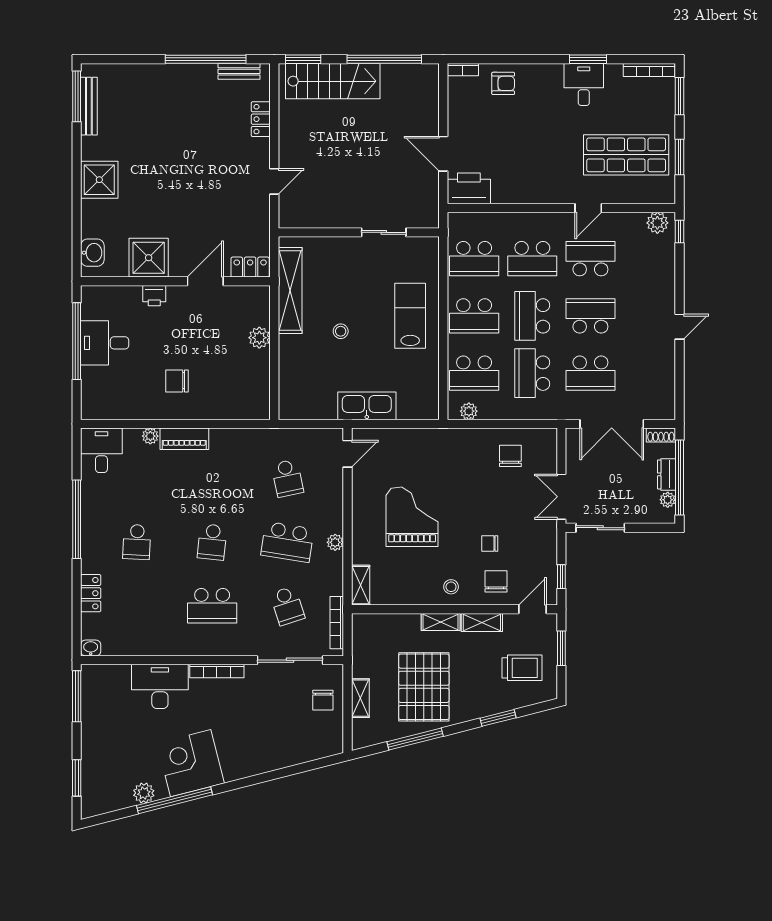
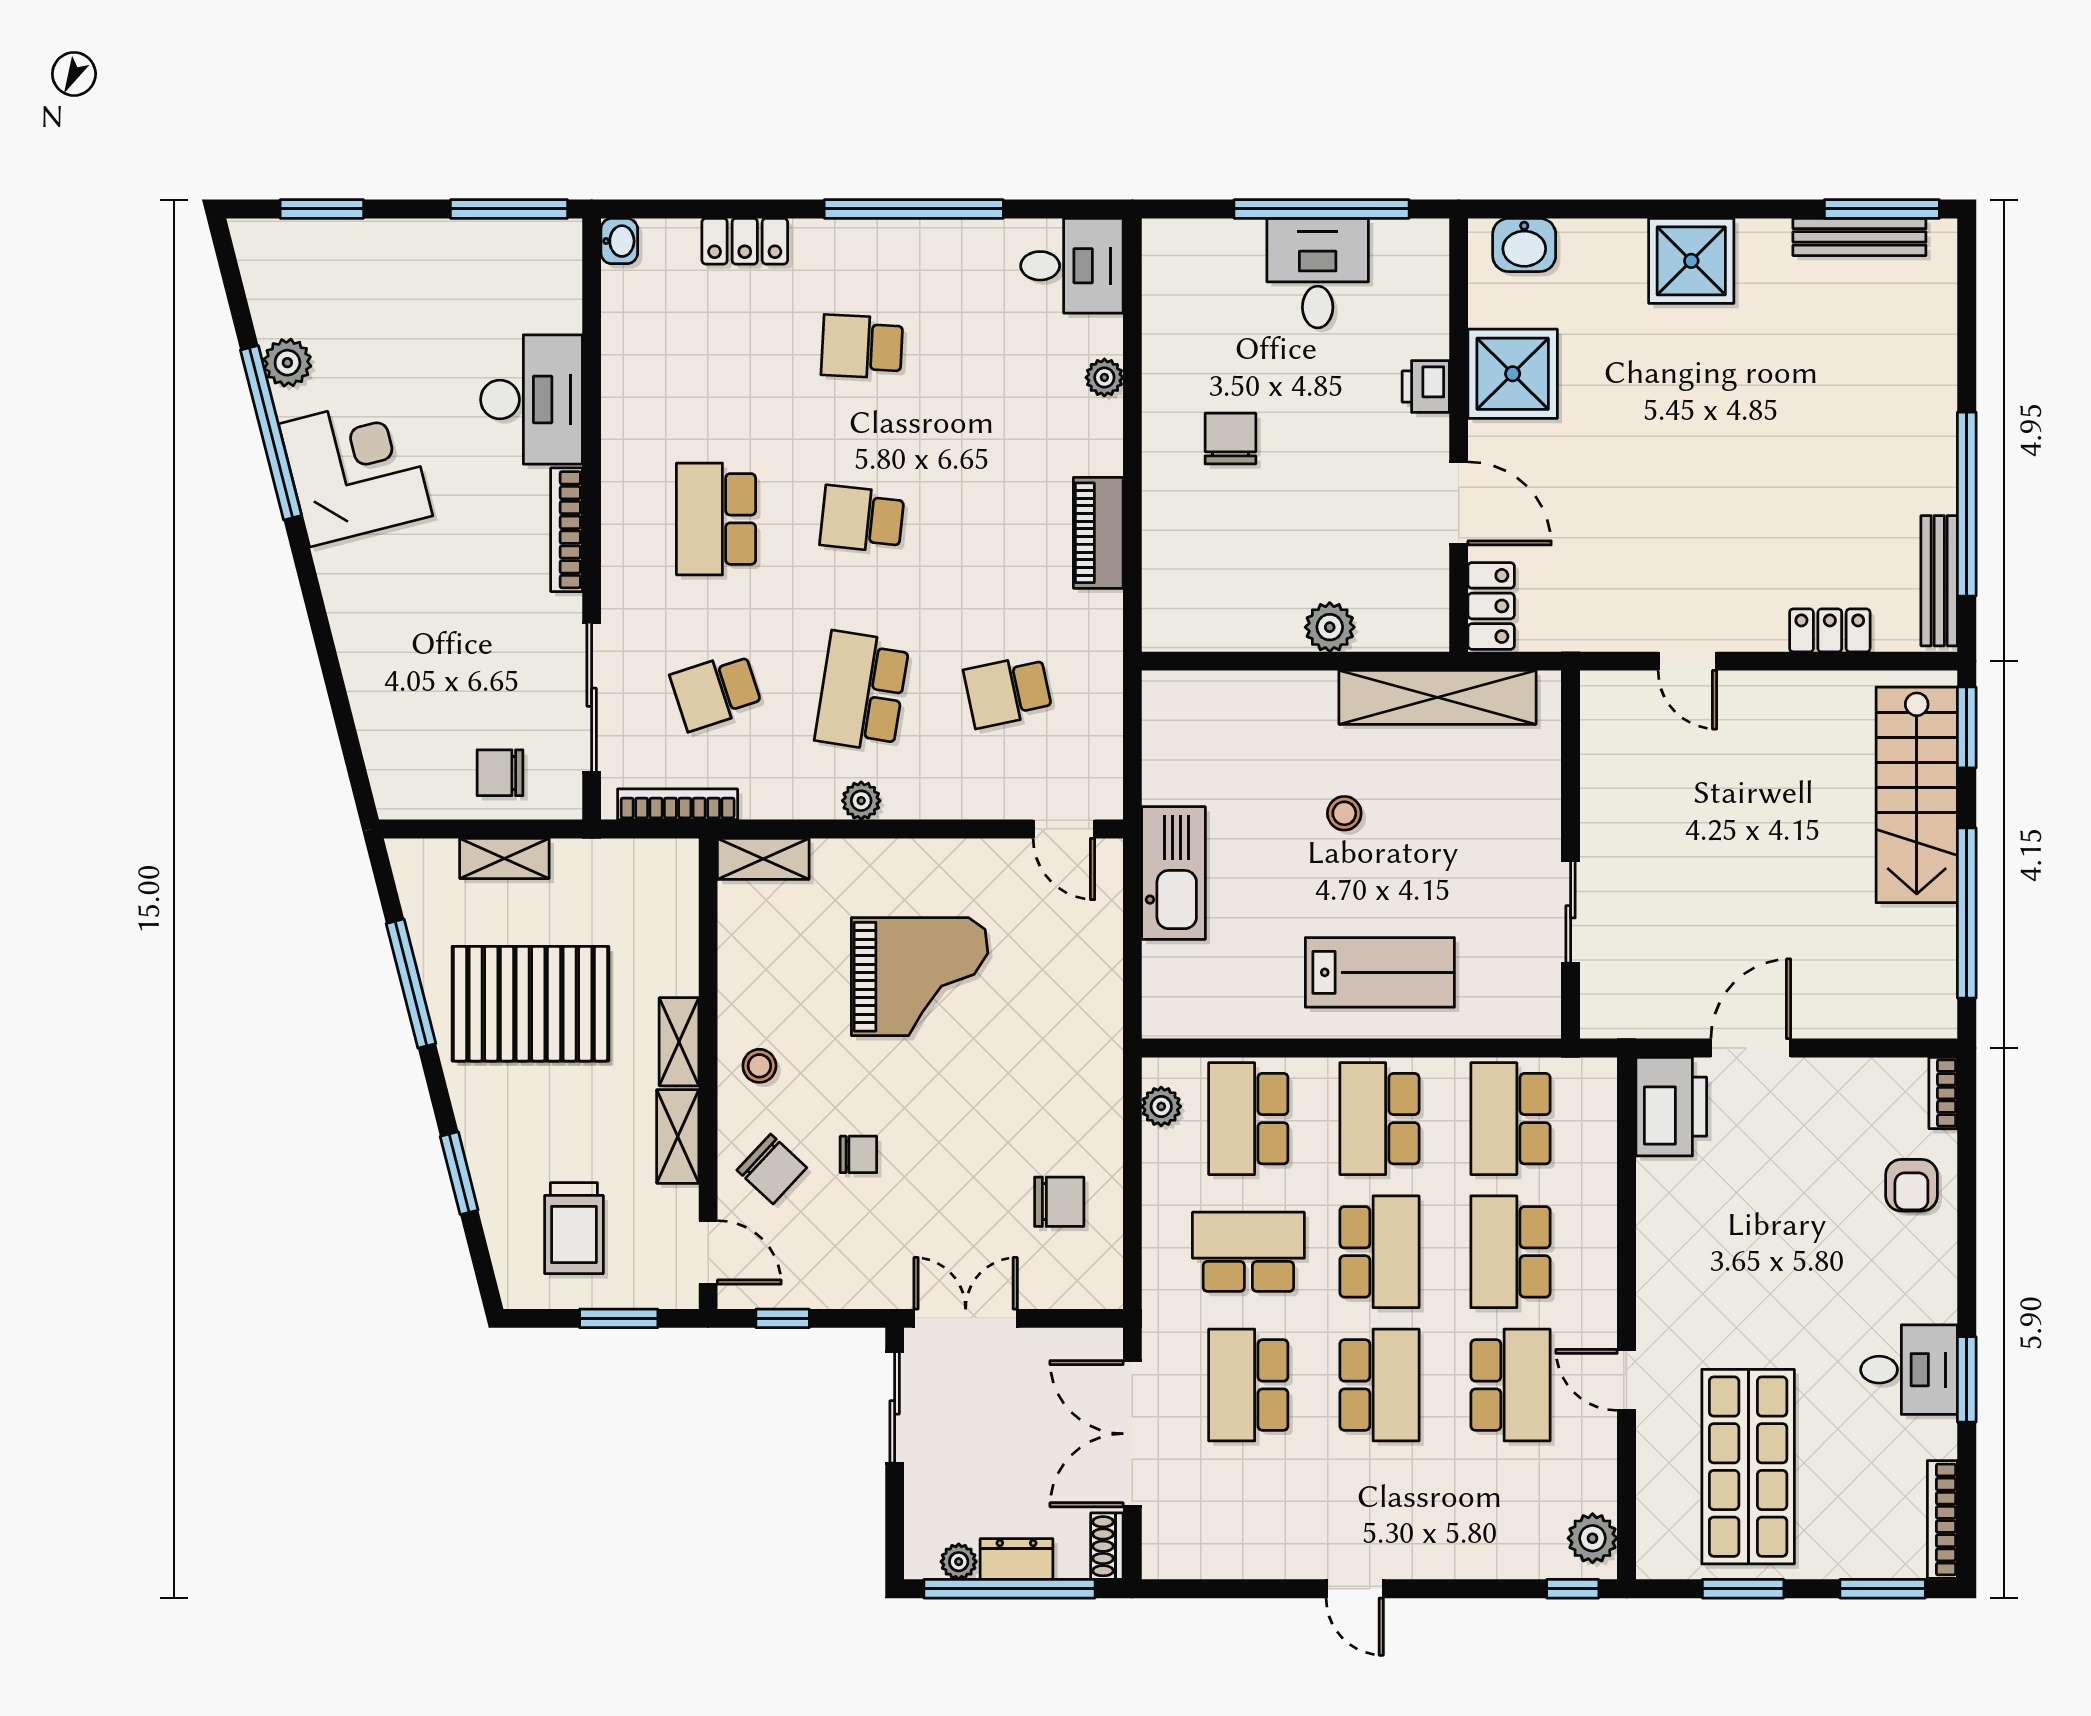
bench: (239, 71) -> (1939, 581), width x1.36
school desk: (532, 316) -> (1379, 1252), turned 90
piano: (184, 439) -> (1098, 533), moved
chair: (490, 544) -> (858, 1154), turned 90
chair: (496, 581) -> (772, 1169), turned 43

